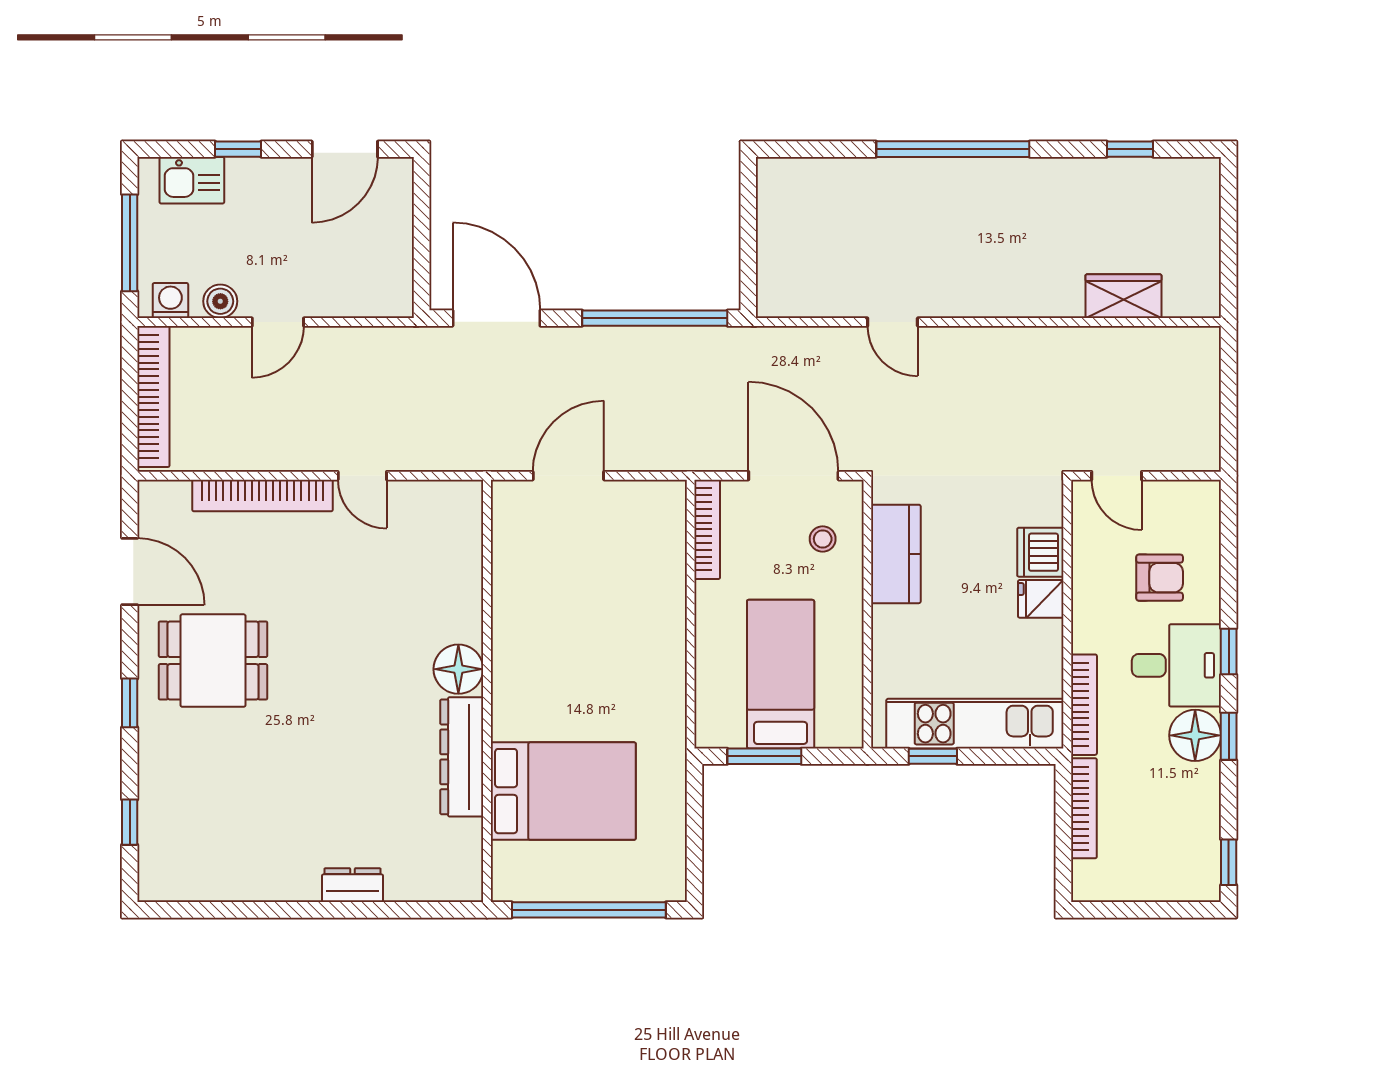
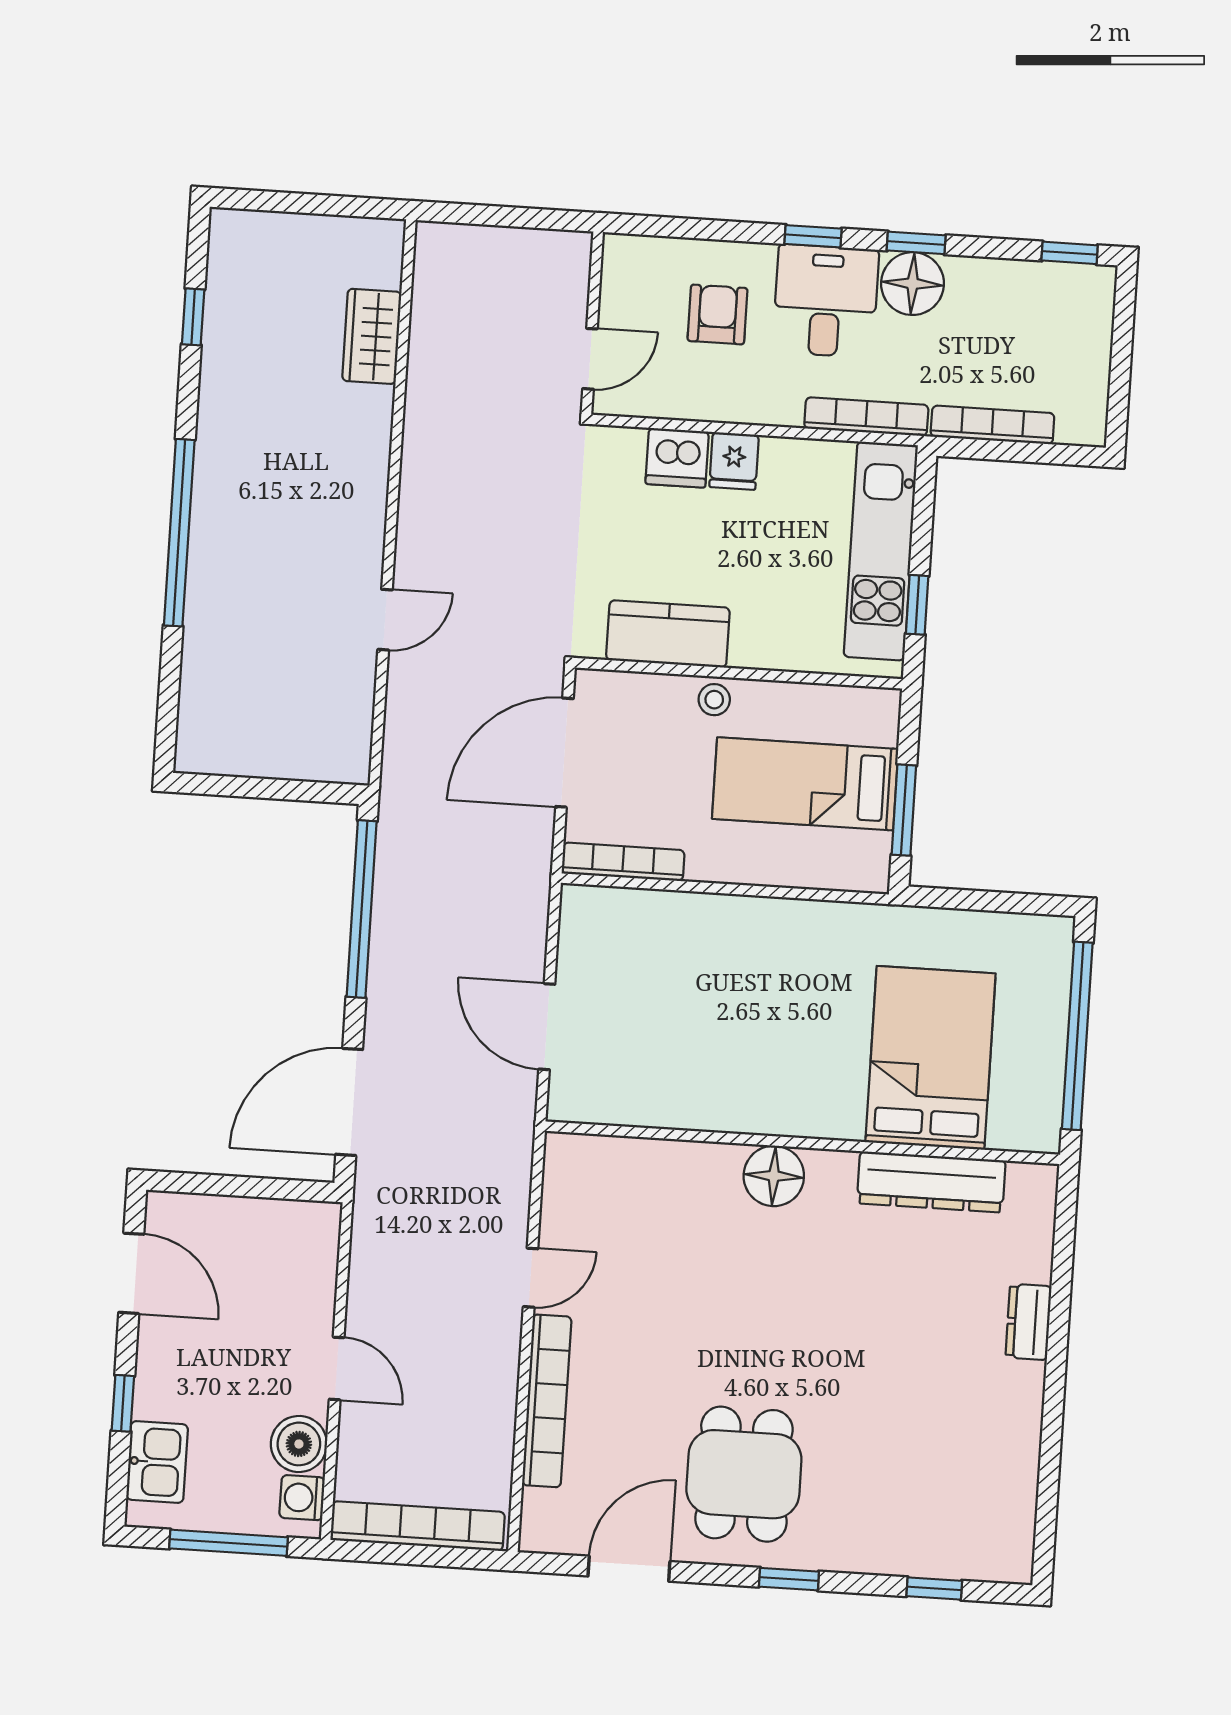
boiler: (220, 301) -> (299, 1444), width x1.36, depth x1.36
stool: (823, 539) -> (714, 700), moved
dresser: (462, 757) -> (931, 1182), moved

